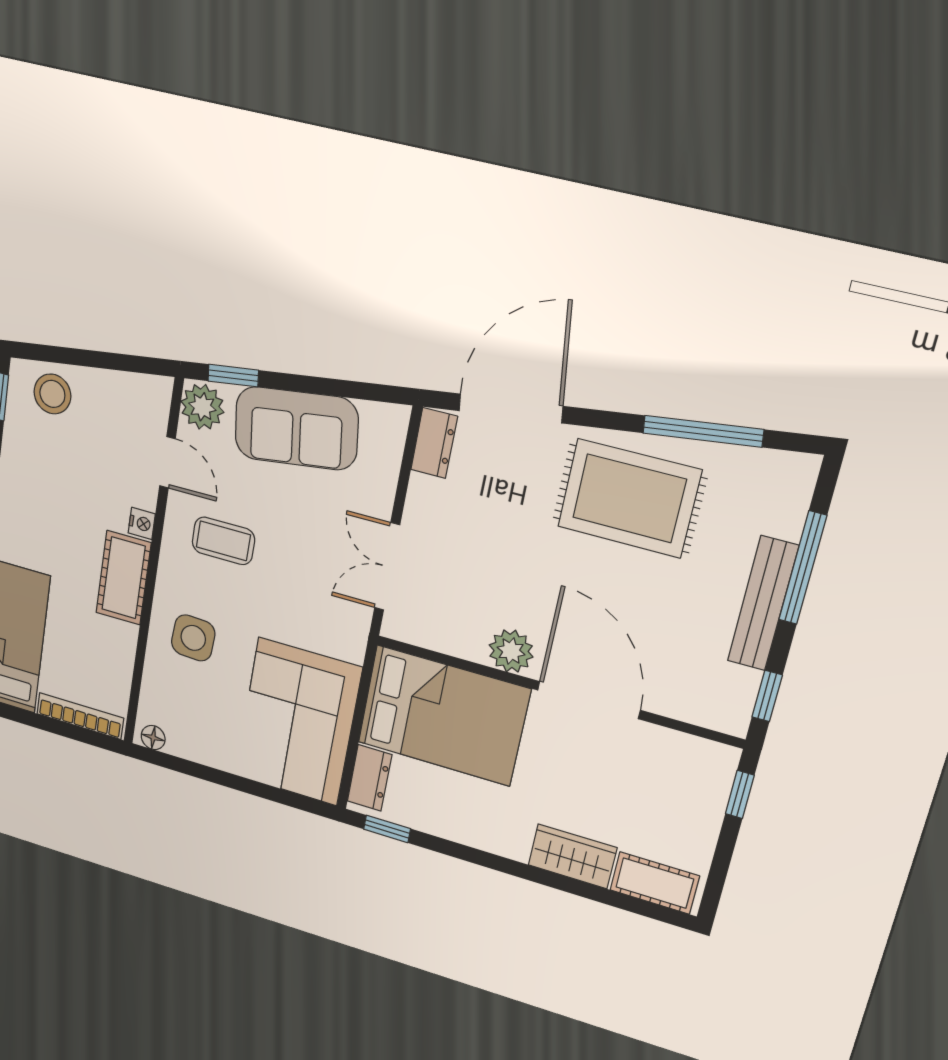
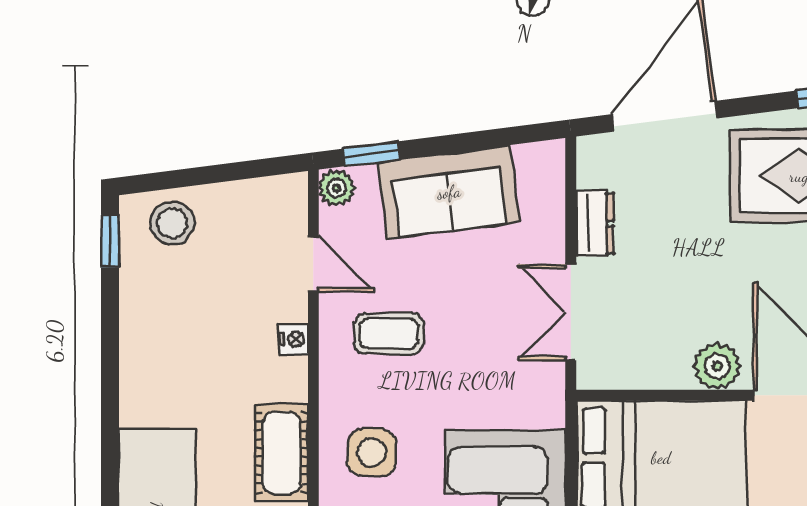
plant: (202, 407) -> (337, 188), width x0.73, depth x0.73
dresser: (434, 443) -> (595, 223), moved
cot: (123, 578) -> (281, 453), moved

